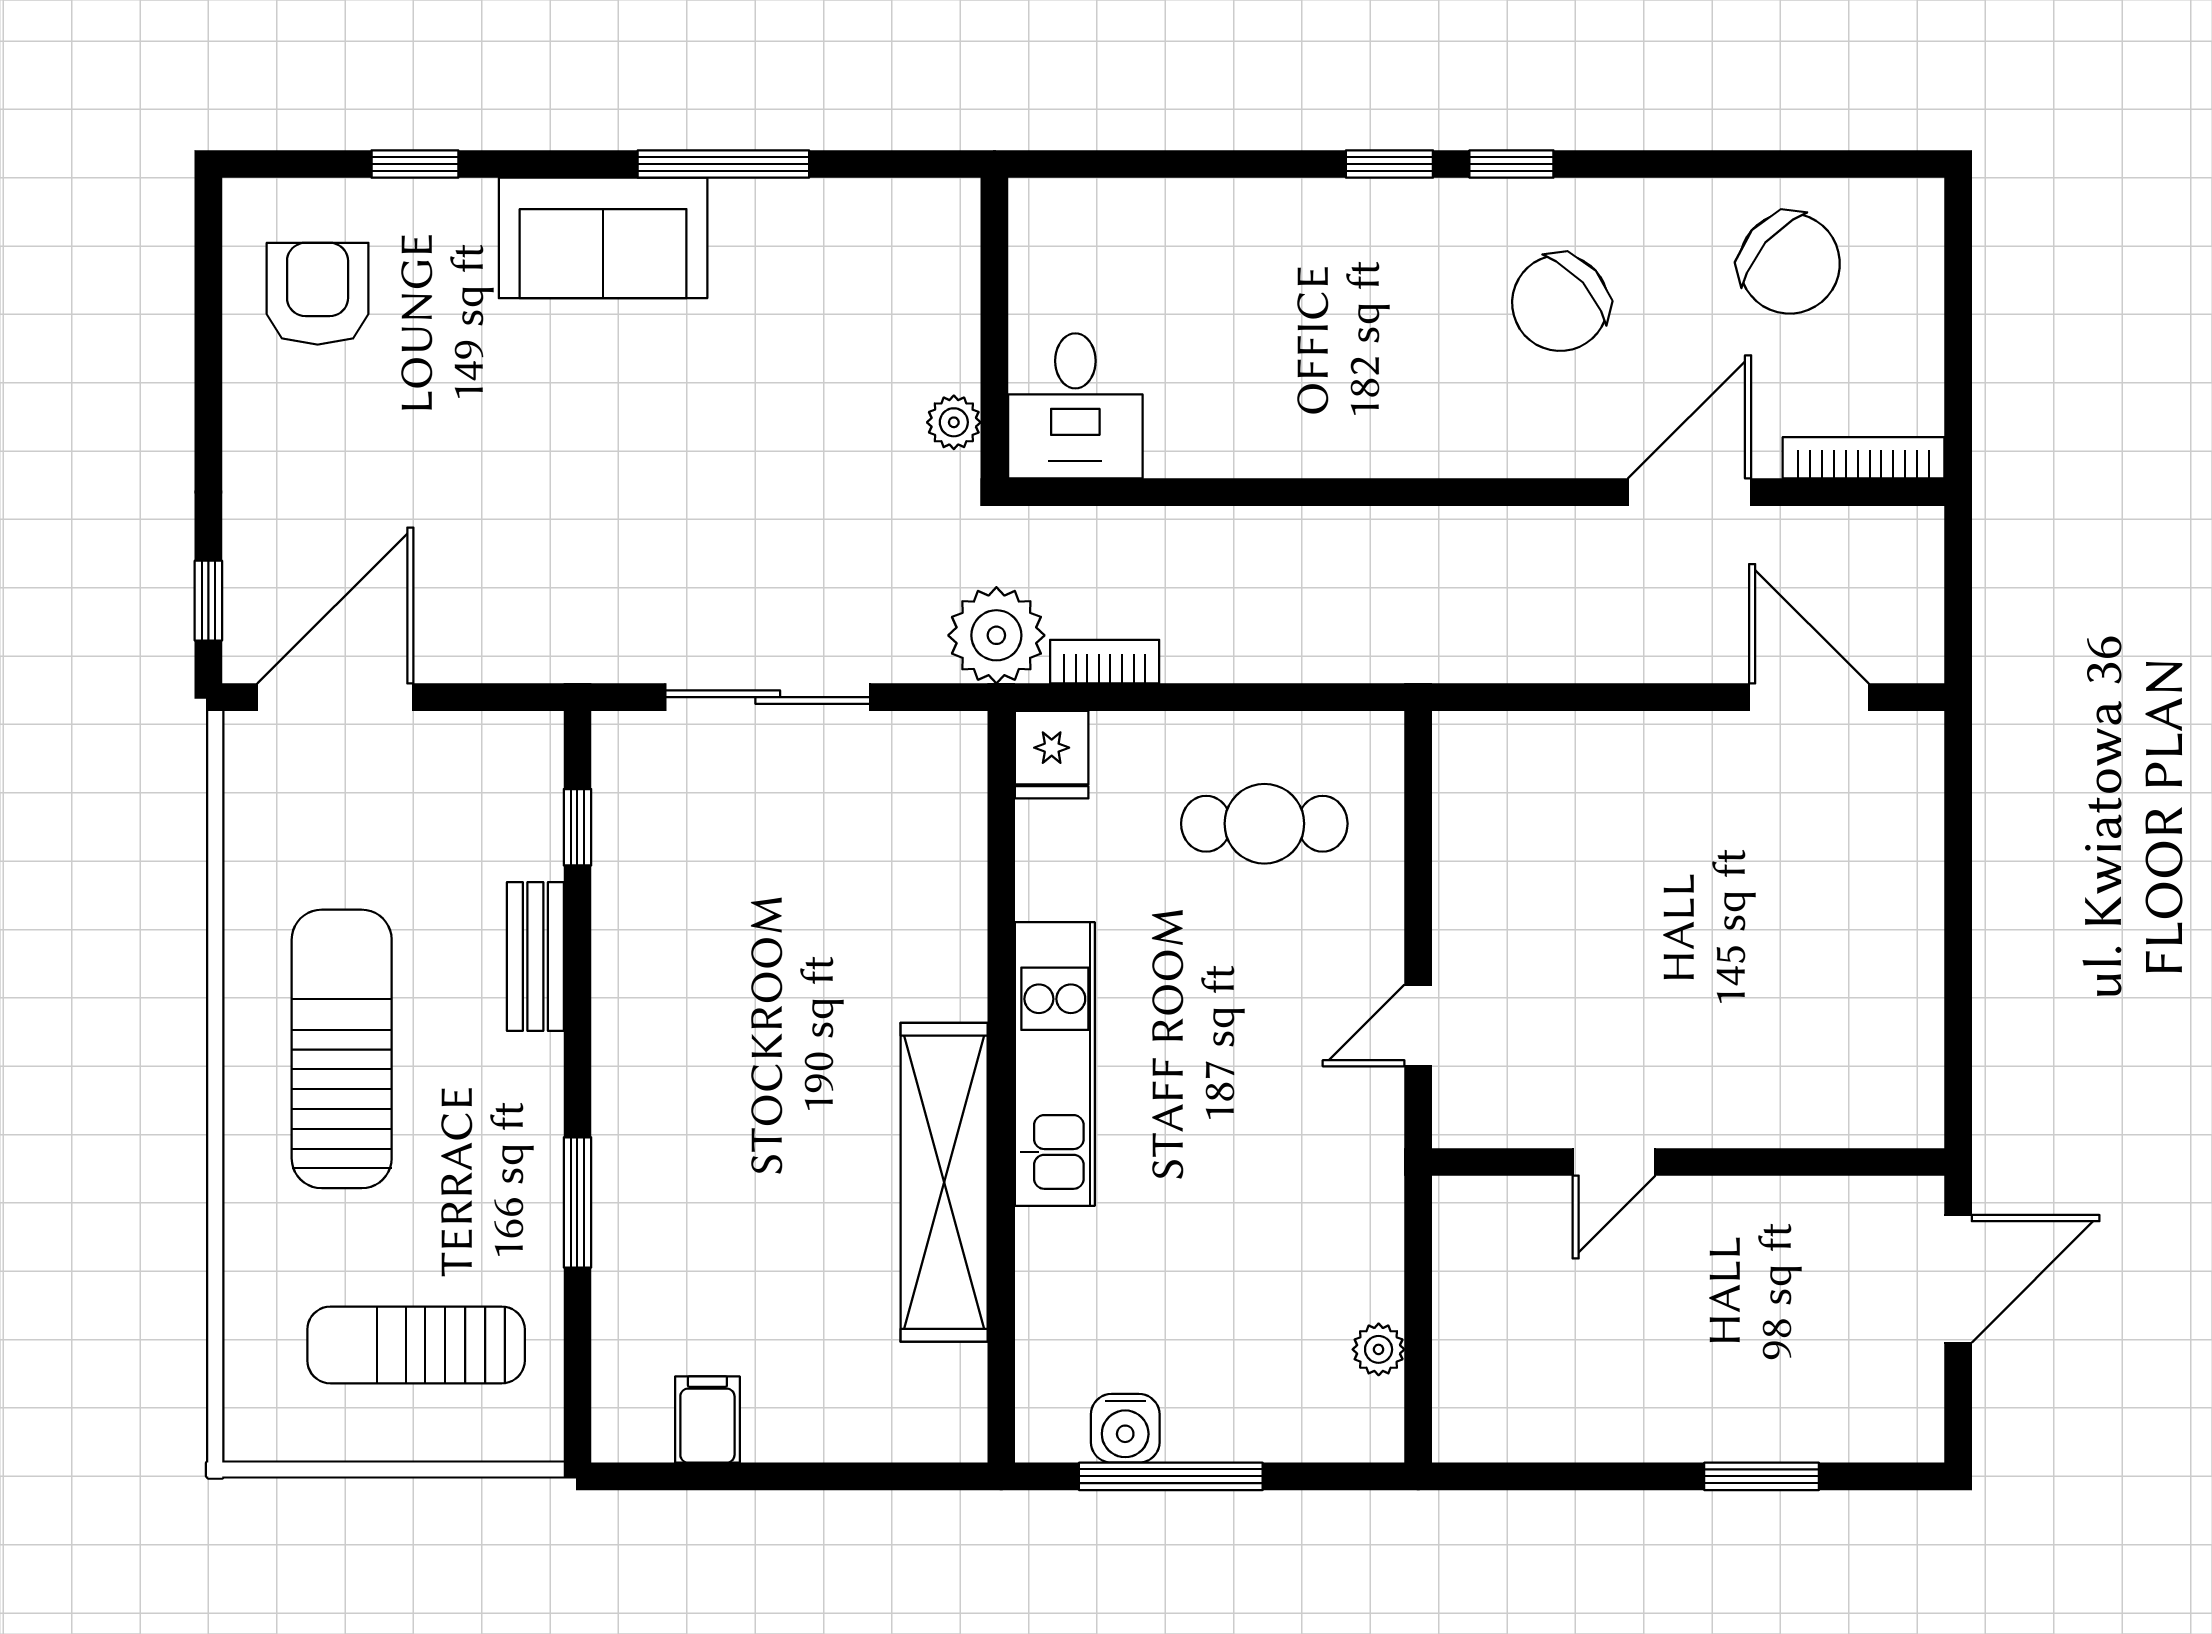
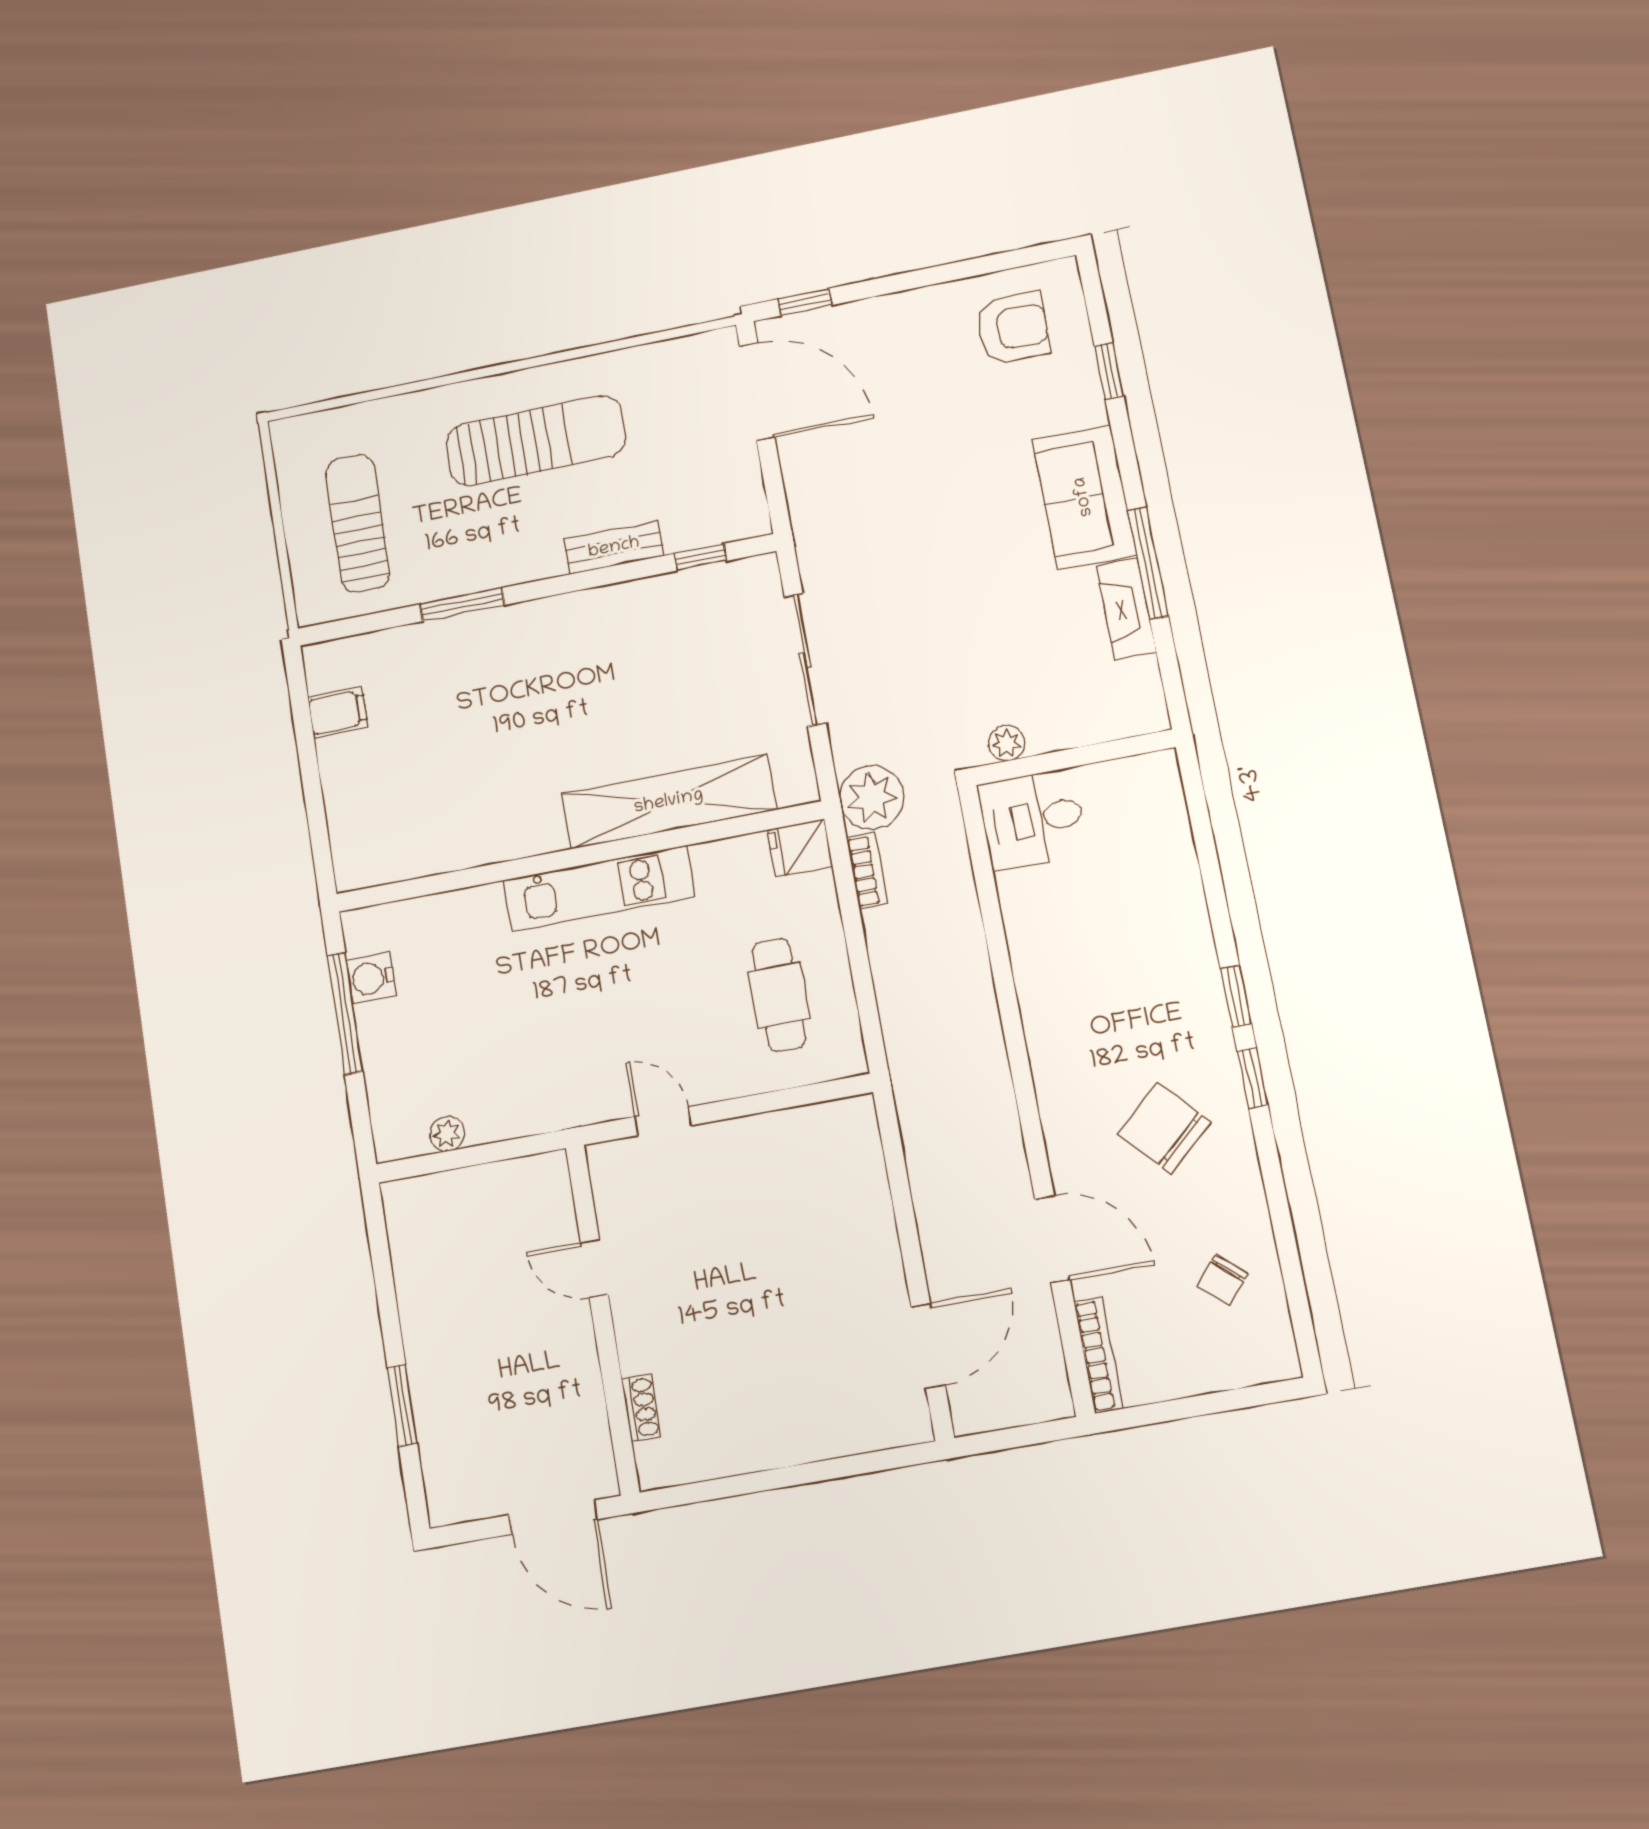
fireplace: (787, 209) -> (1126, 609), added
chair: (1790, 263) -> (1222, 1280), width x0.54, depth x0.54
shoe rack: (1825, 1126) -> (641, 1408), added
shelving: (944, 1182) -> (669, 802), moved

